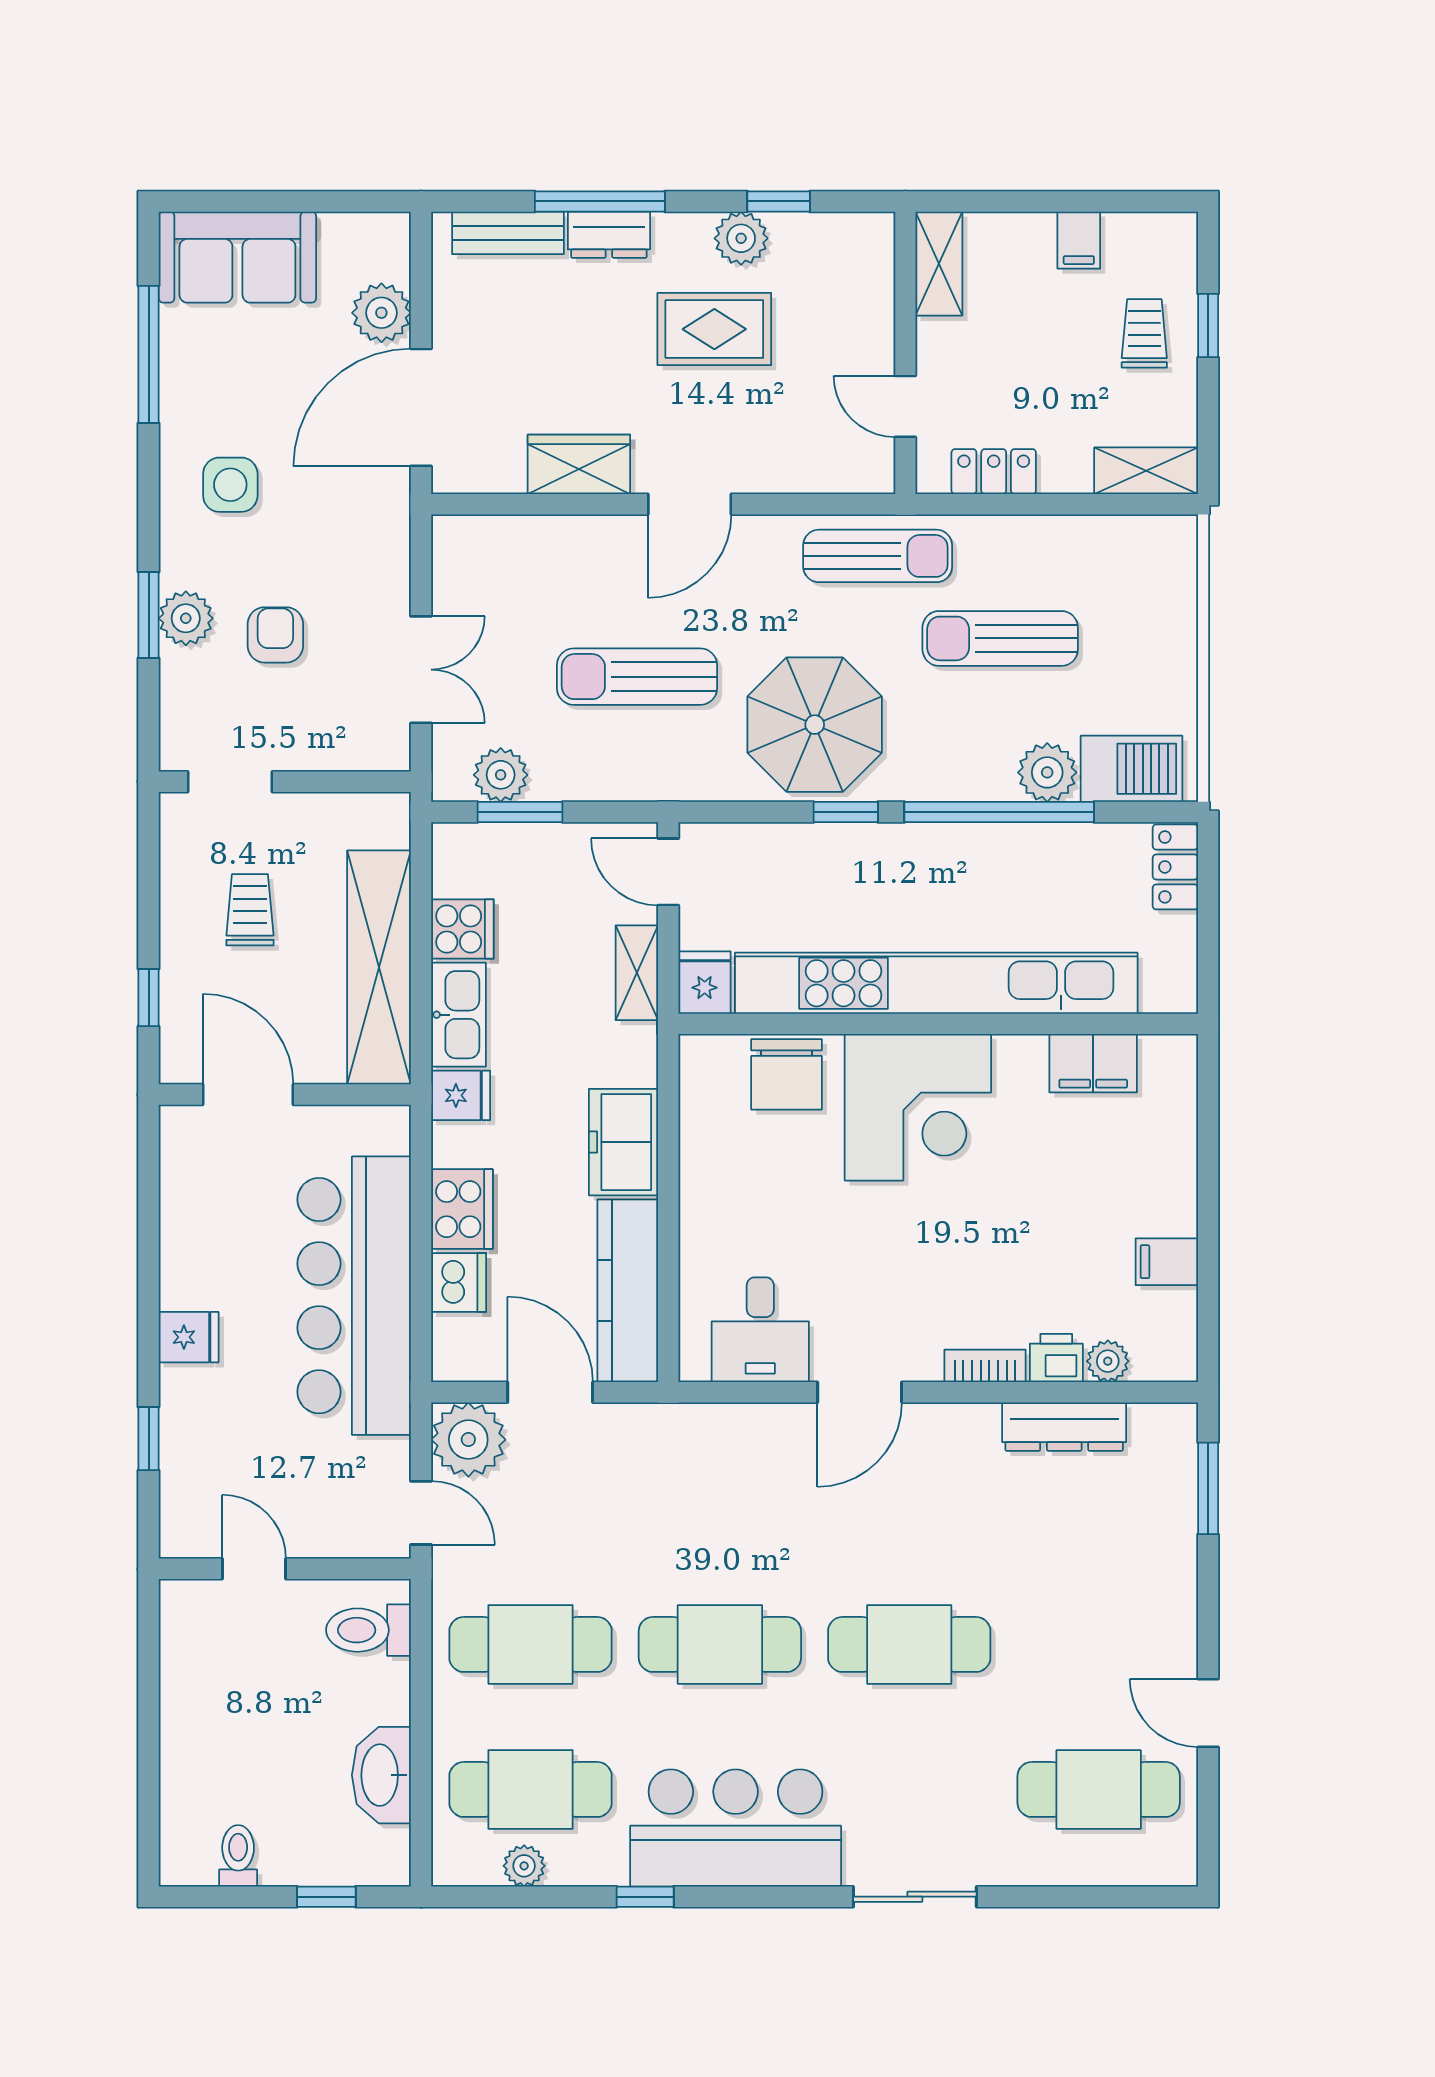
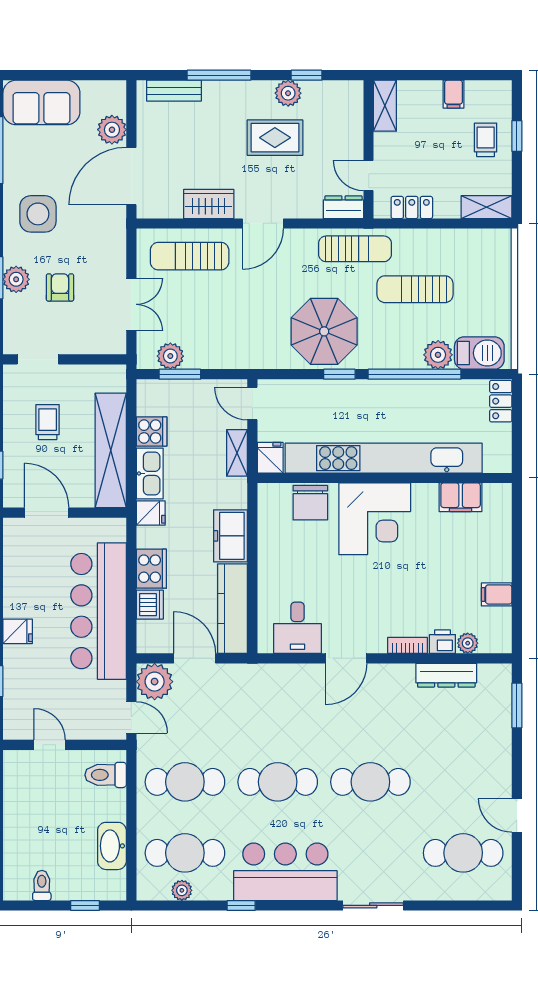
dresser: (609, 235) -> (343, 207), moved, turned 180
side table: (230, 485) -> (38, 214), width x1.37, depth x1.37
sun lounger: (637, 677) -> (190, 256), moved

